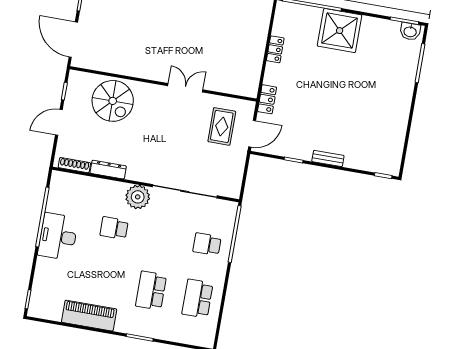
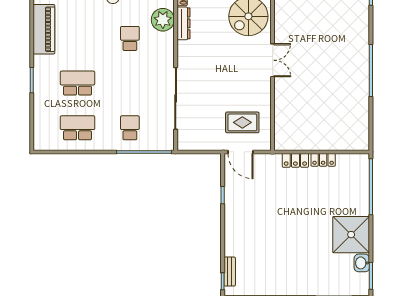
shower: (340, 31) -> (351, 235), moved
washbasin: (410, 31) -> (362, 263), moved
double door: (185, 88) -> (273, 60), moved
locker: (267, 99) -> (295, 160), moved
bench: (328, 159) -> (230, 272), moved
plant: (138, 197) -> (163, 20), moved

